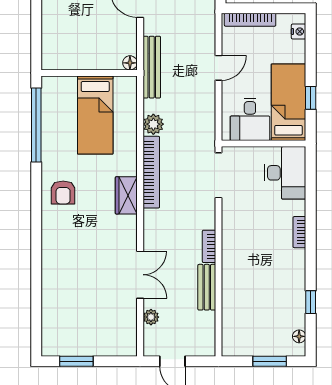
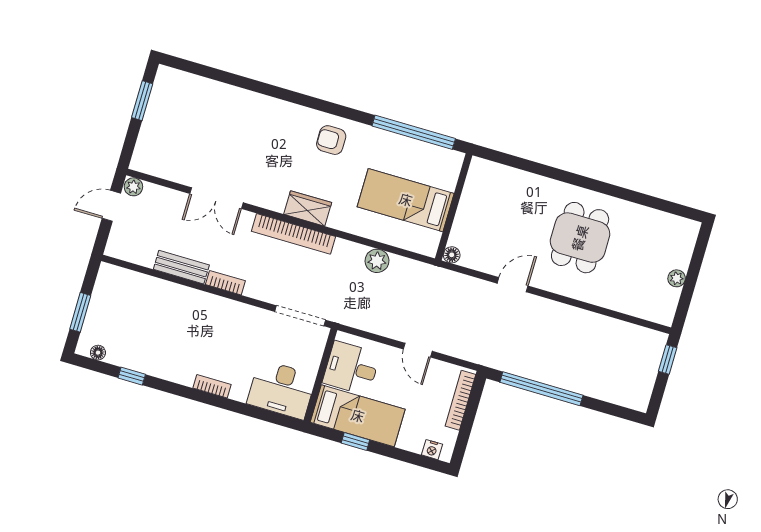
bench: (152, 67) -> (440, 277), removed
bookcase: (151, 172) -> (294, 234), moved
plant: (151, 317) -> (133, 187), moved

